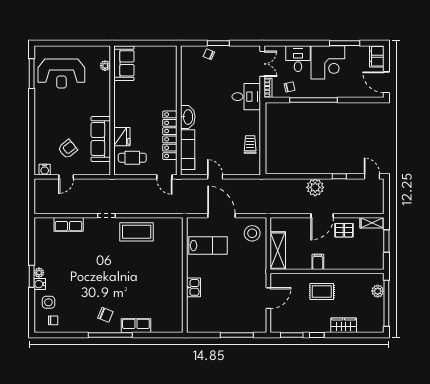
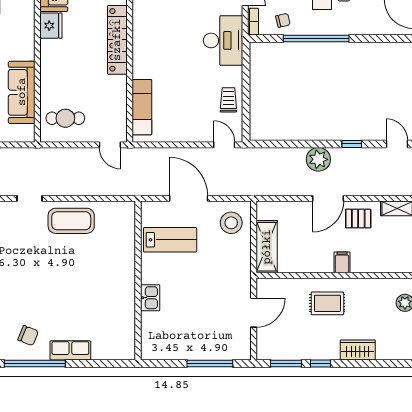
desk: (246, 97) -> (223, 40), width x1.37
washbasin: (188, 117) -> (142, 62), removed
locker: (170, 135) -> (117, 40), moved
fridge: (122, 137) -> (51, 26), moved
door: (215, 177) -> (224, 145), moved
filing cabinet: (318, 262) -> (342, 262), moved

